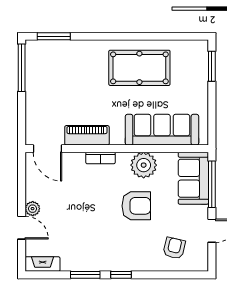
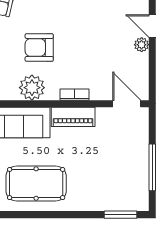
window: (22, 68) -> (152, 167), moved
piano: (87, 135) -> (73, 117), moved

